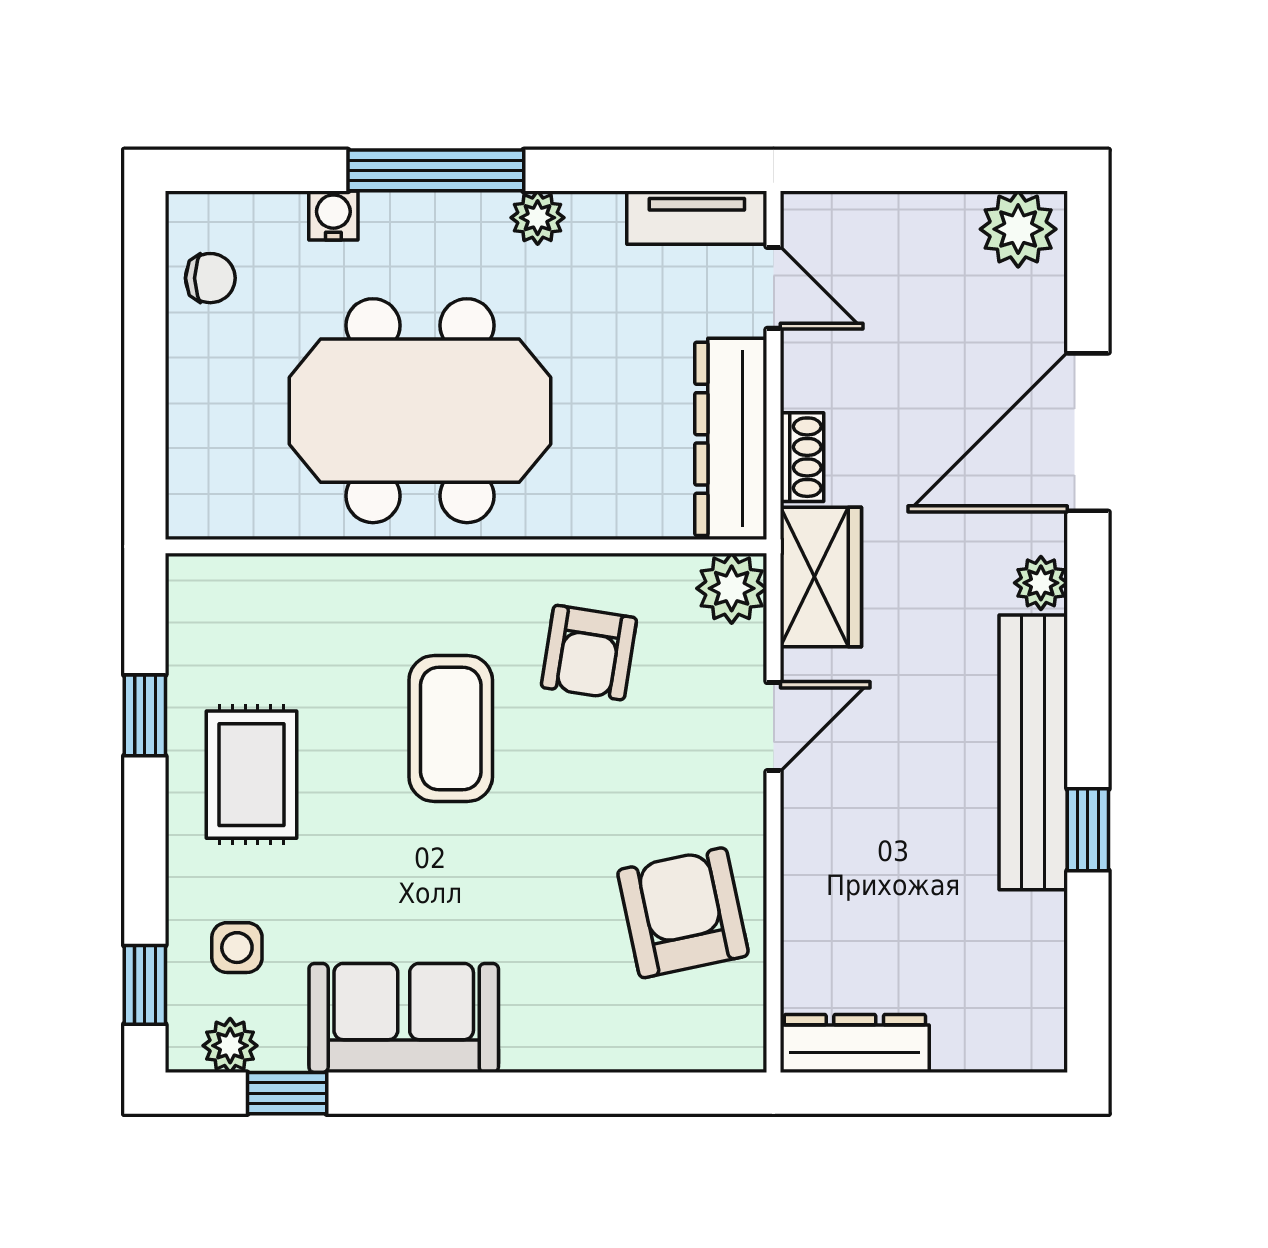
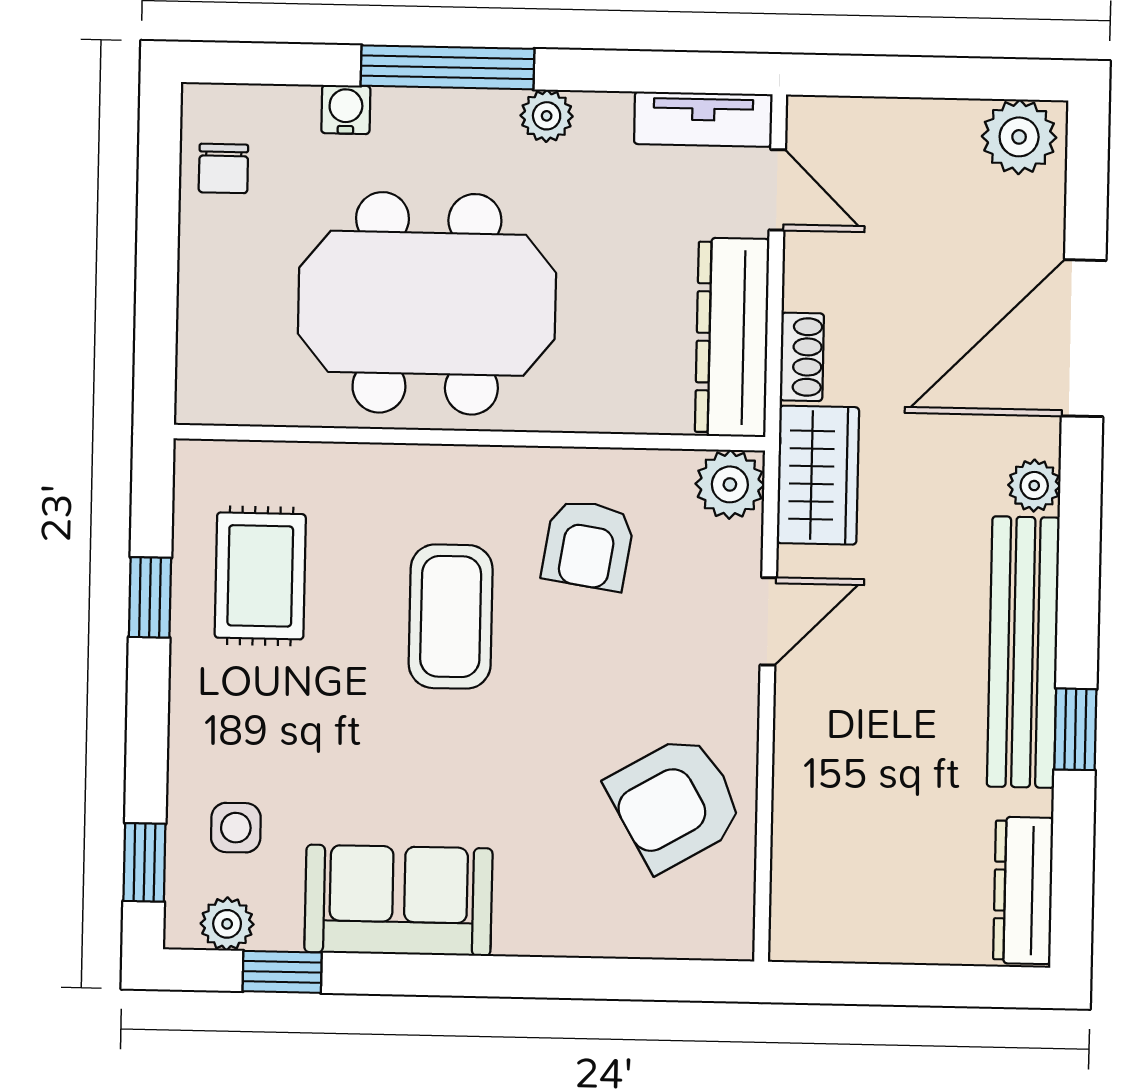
chair: (210, 278) -> (223, 168), turned 90
rug: (252, 775) -> (260, 576), moved
armchair: (683, 913) -> (675, 803), turned -108
dresser: (855, 1044) -> (1023, 890), moved, turned -90

